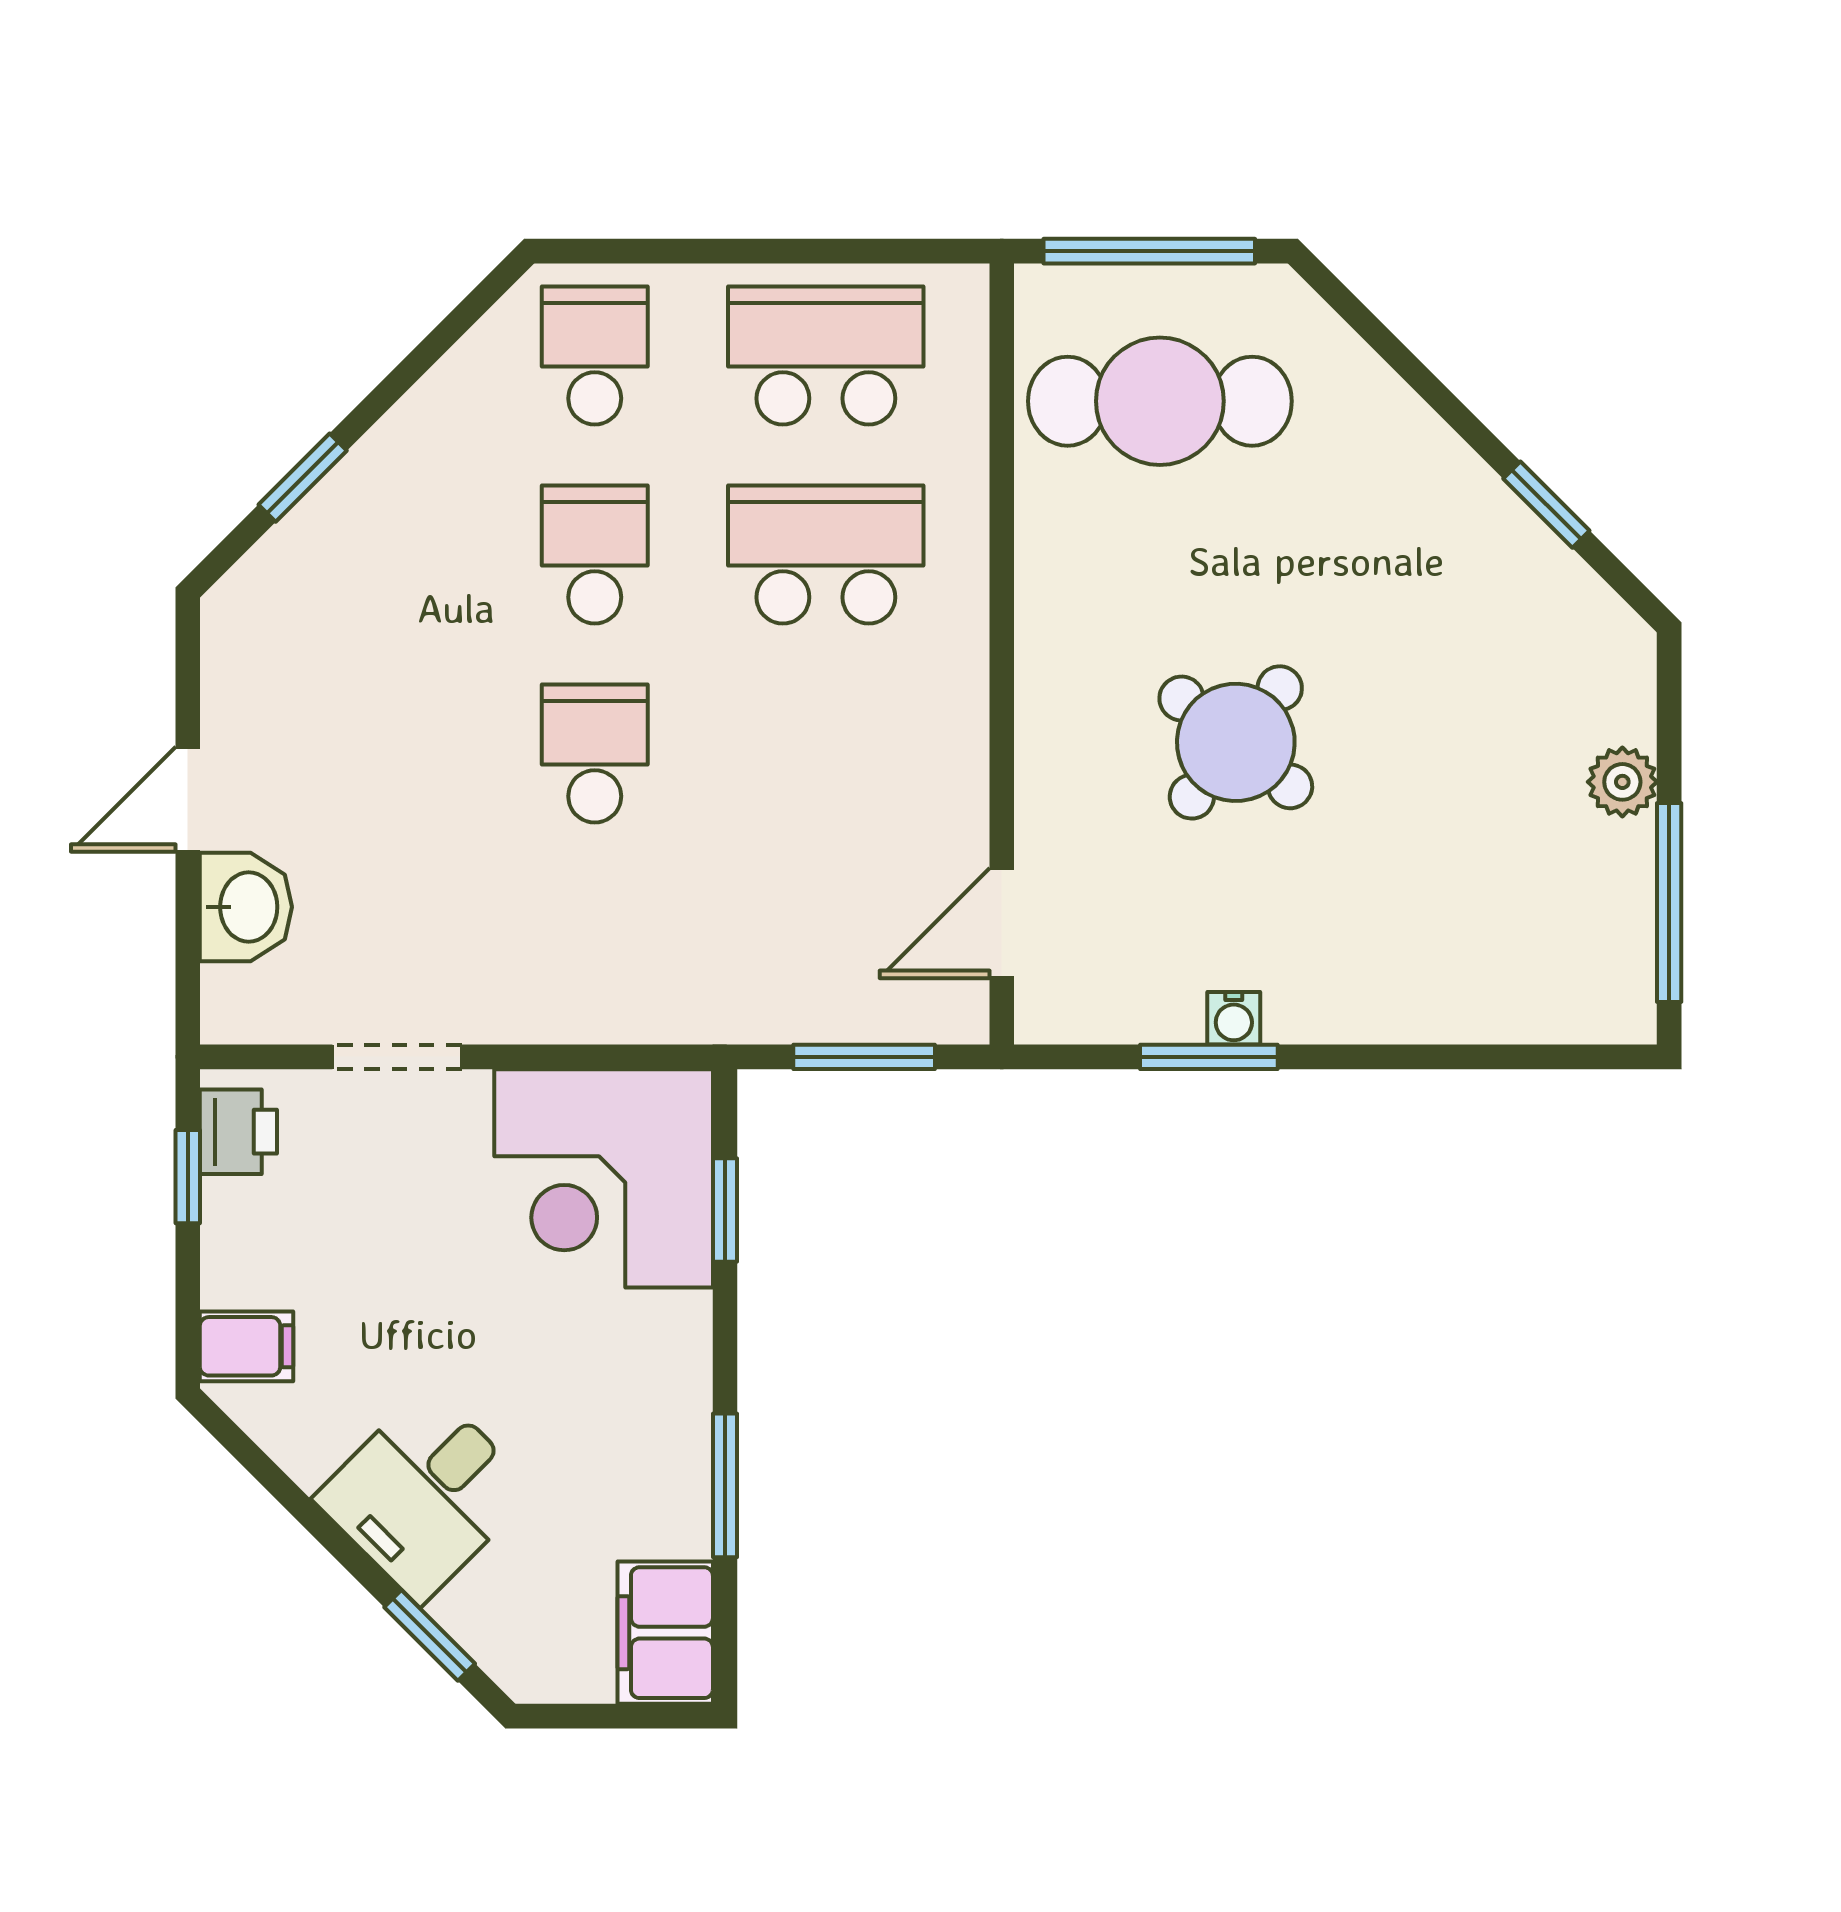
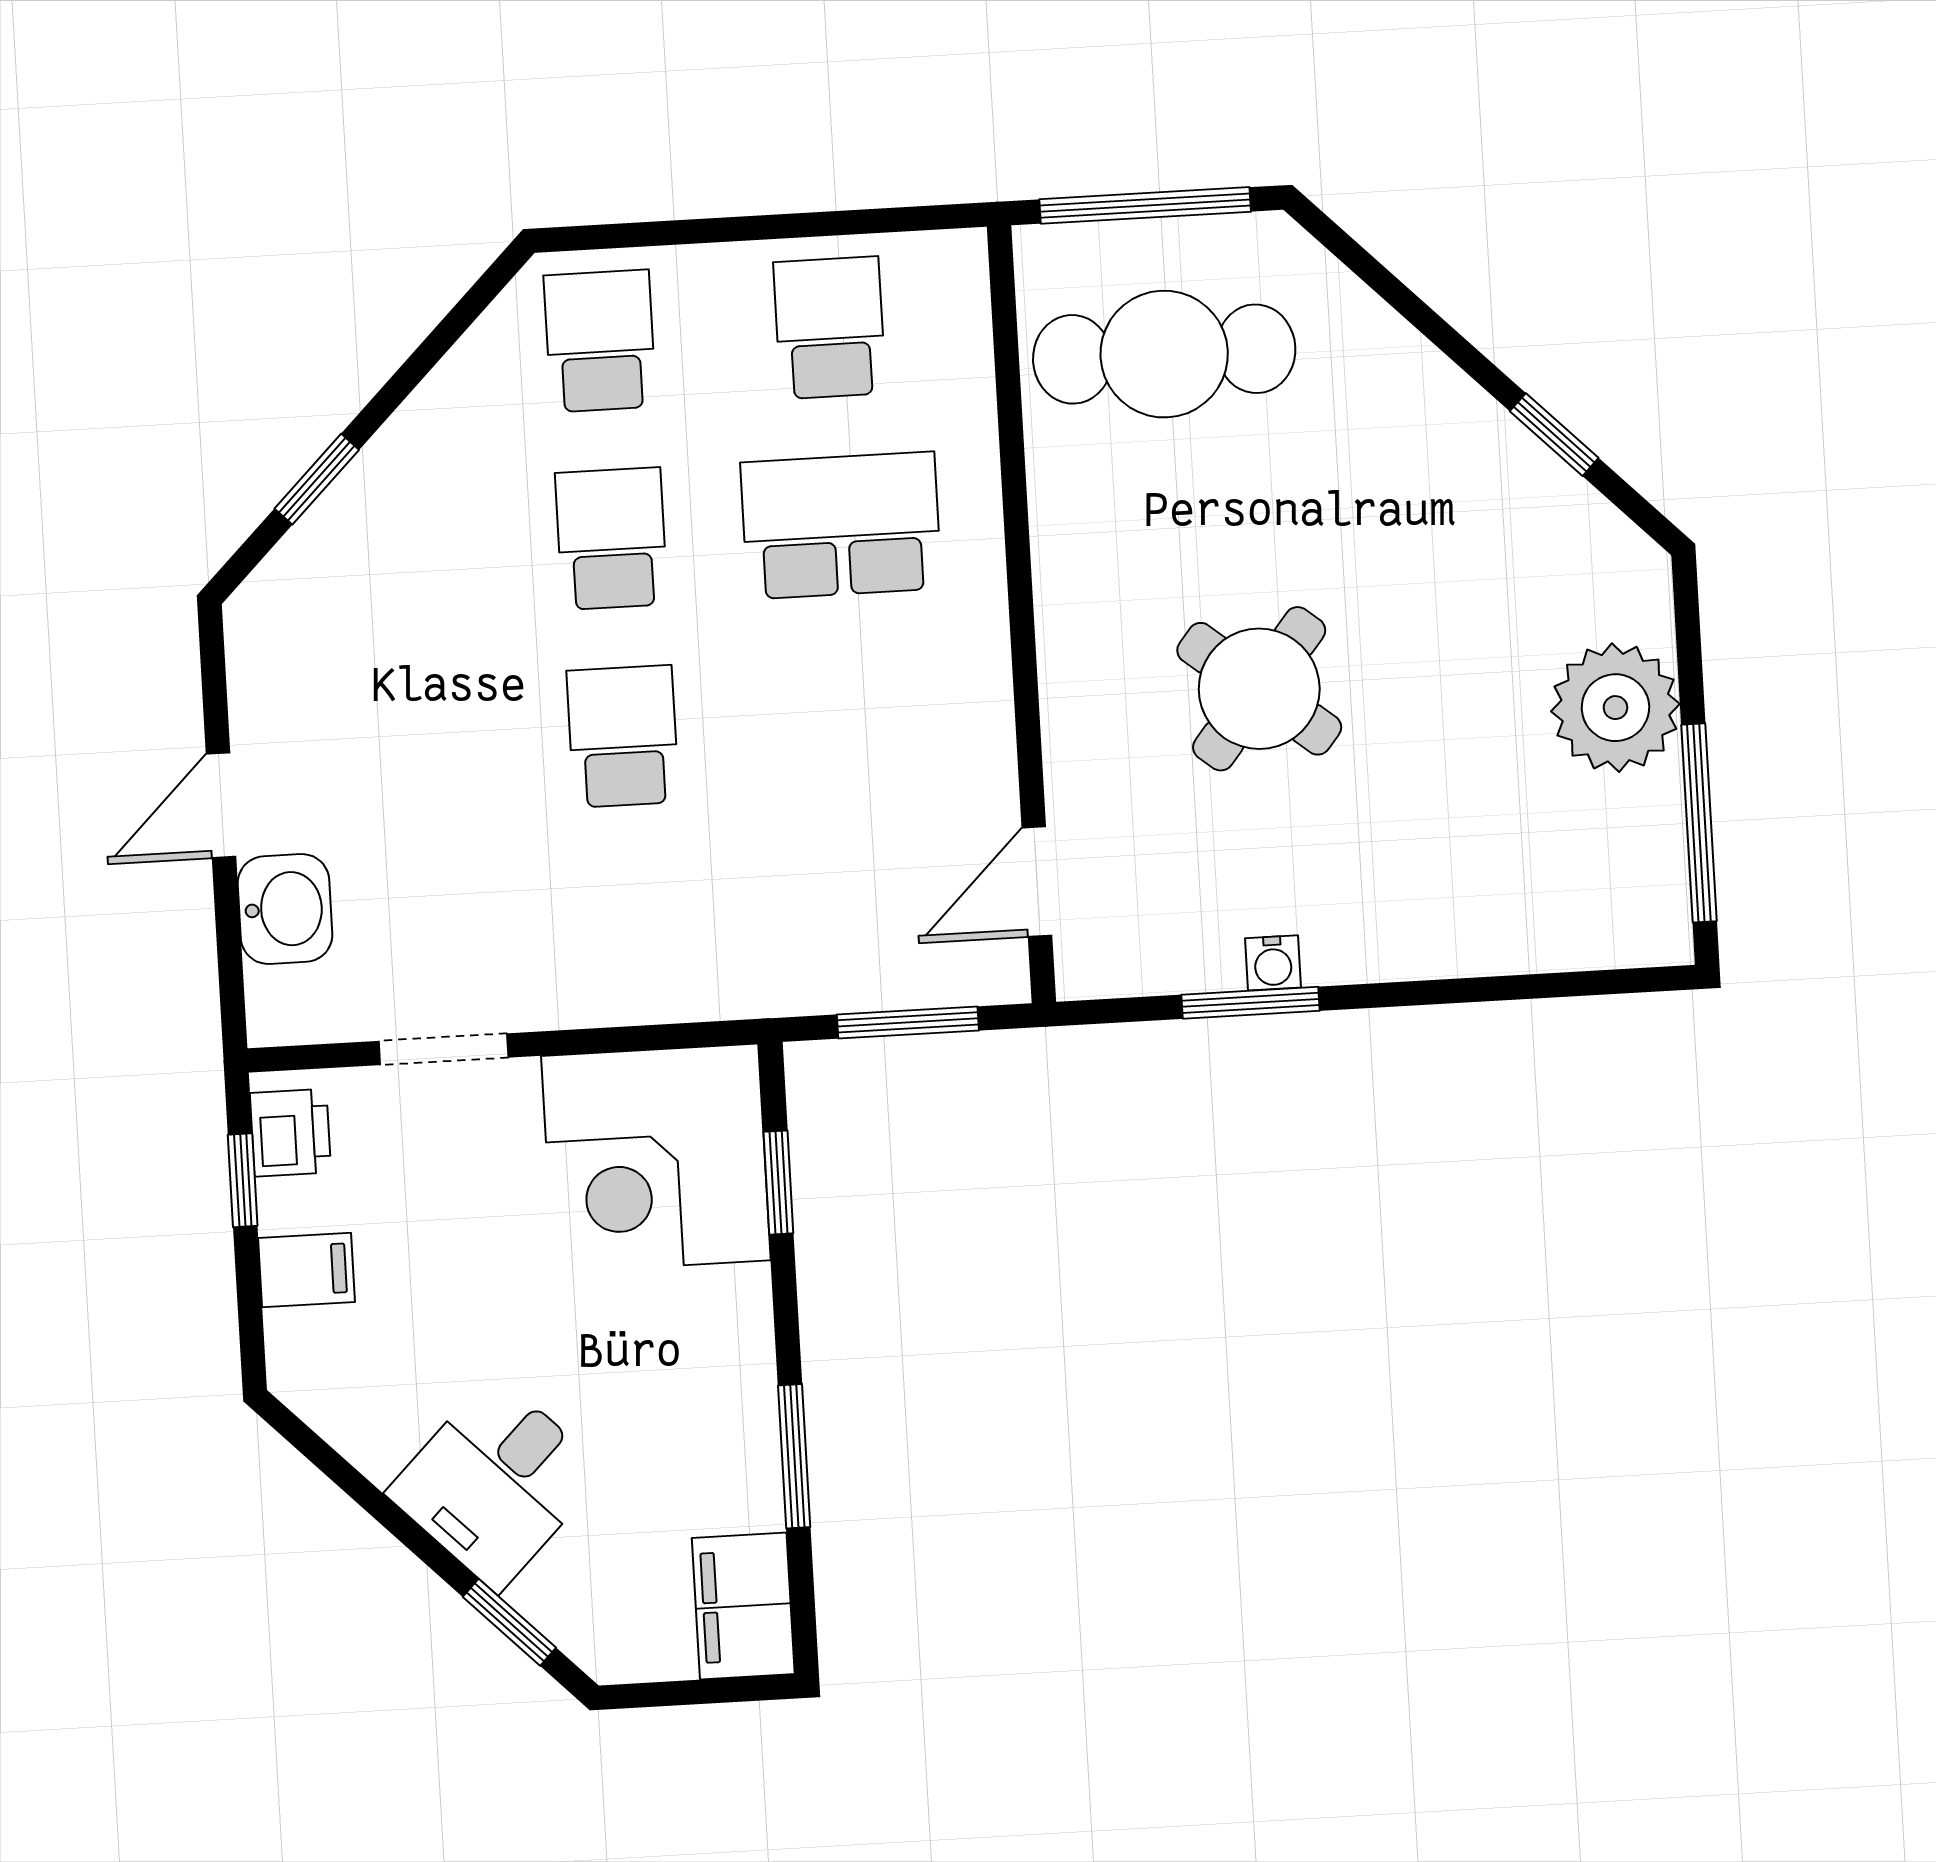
school desk: (826, 355) -> (830, 328), width x0.54
plant: (1622, 782) -> (1615, 708), width x1.87, depth x1.87
filing cabinet: (247, 1346) -> (306, 1270), moved

